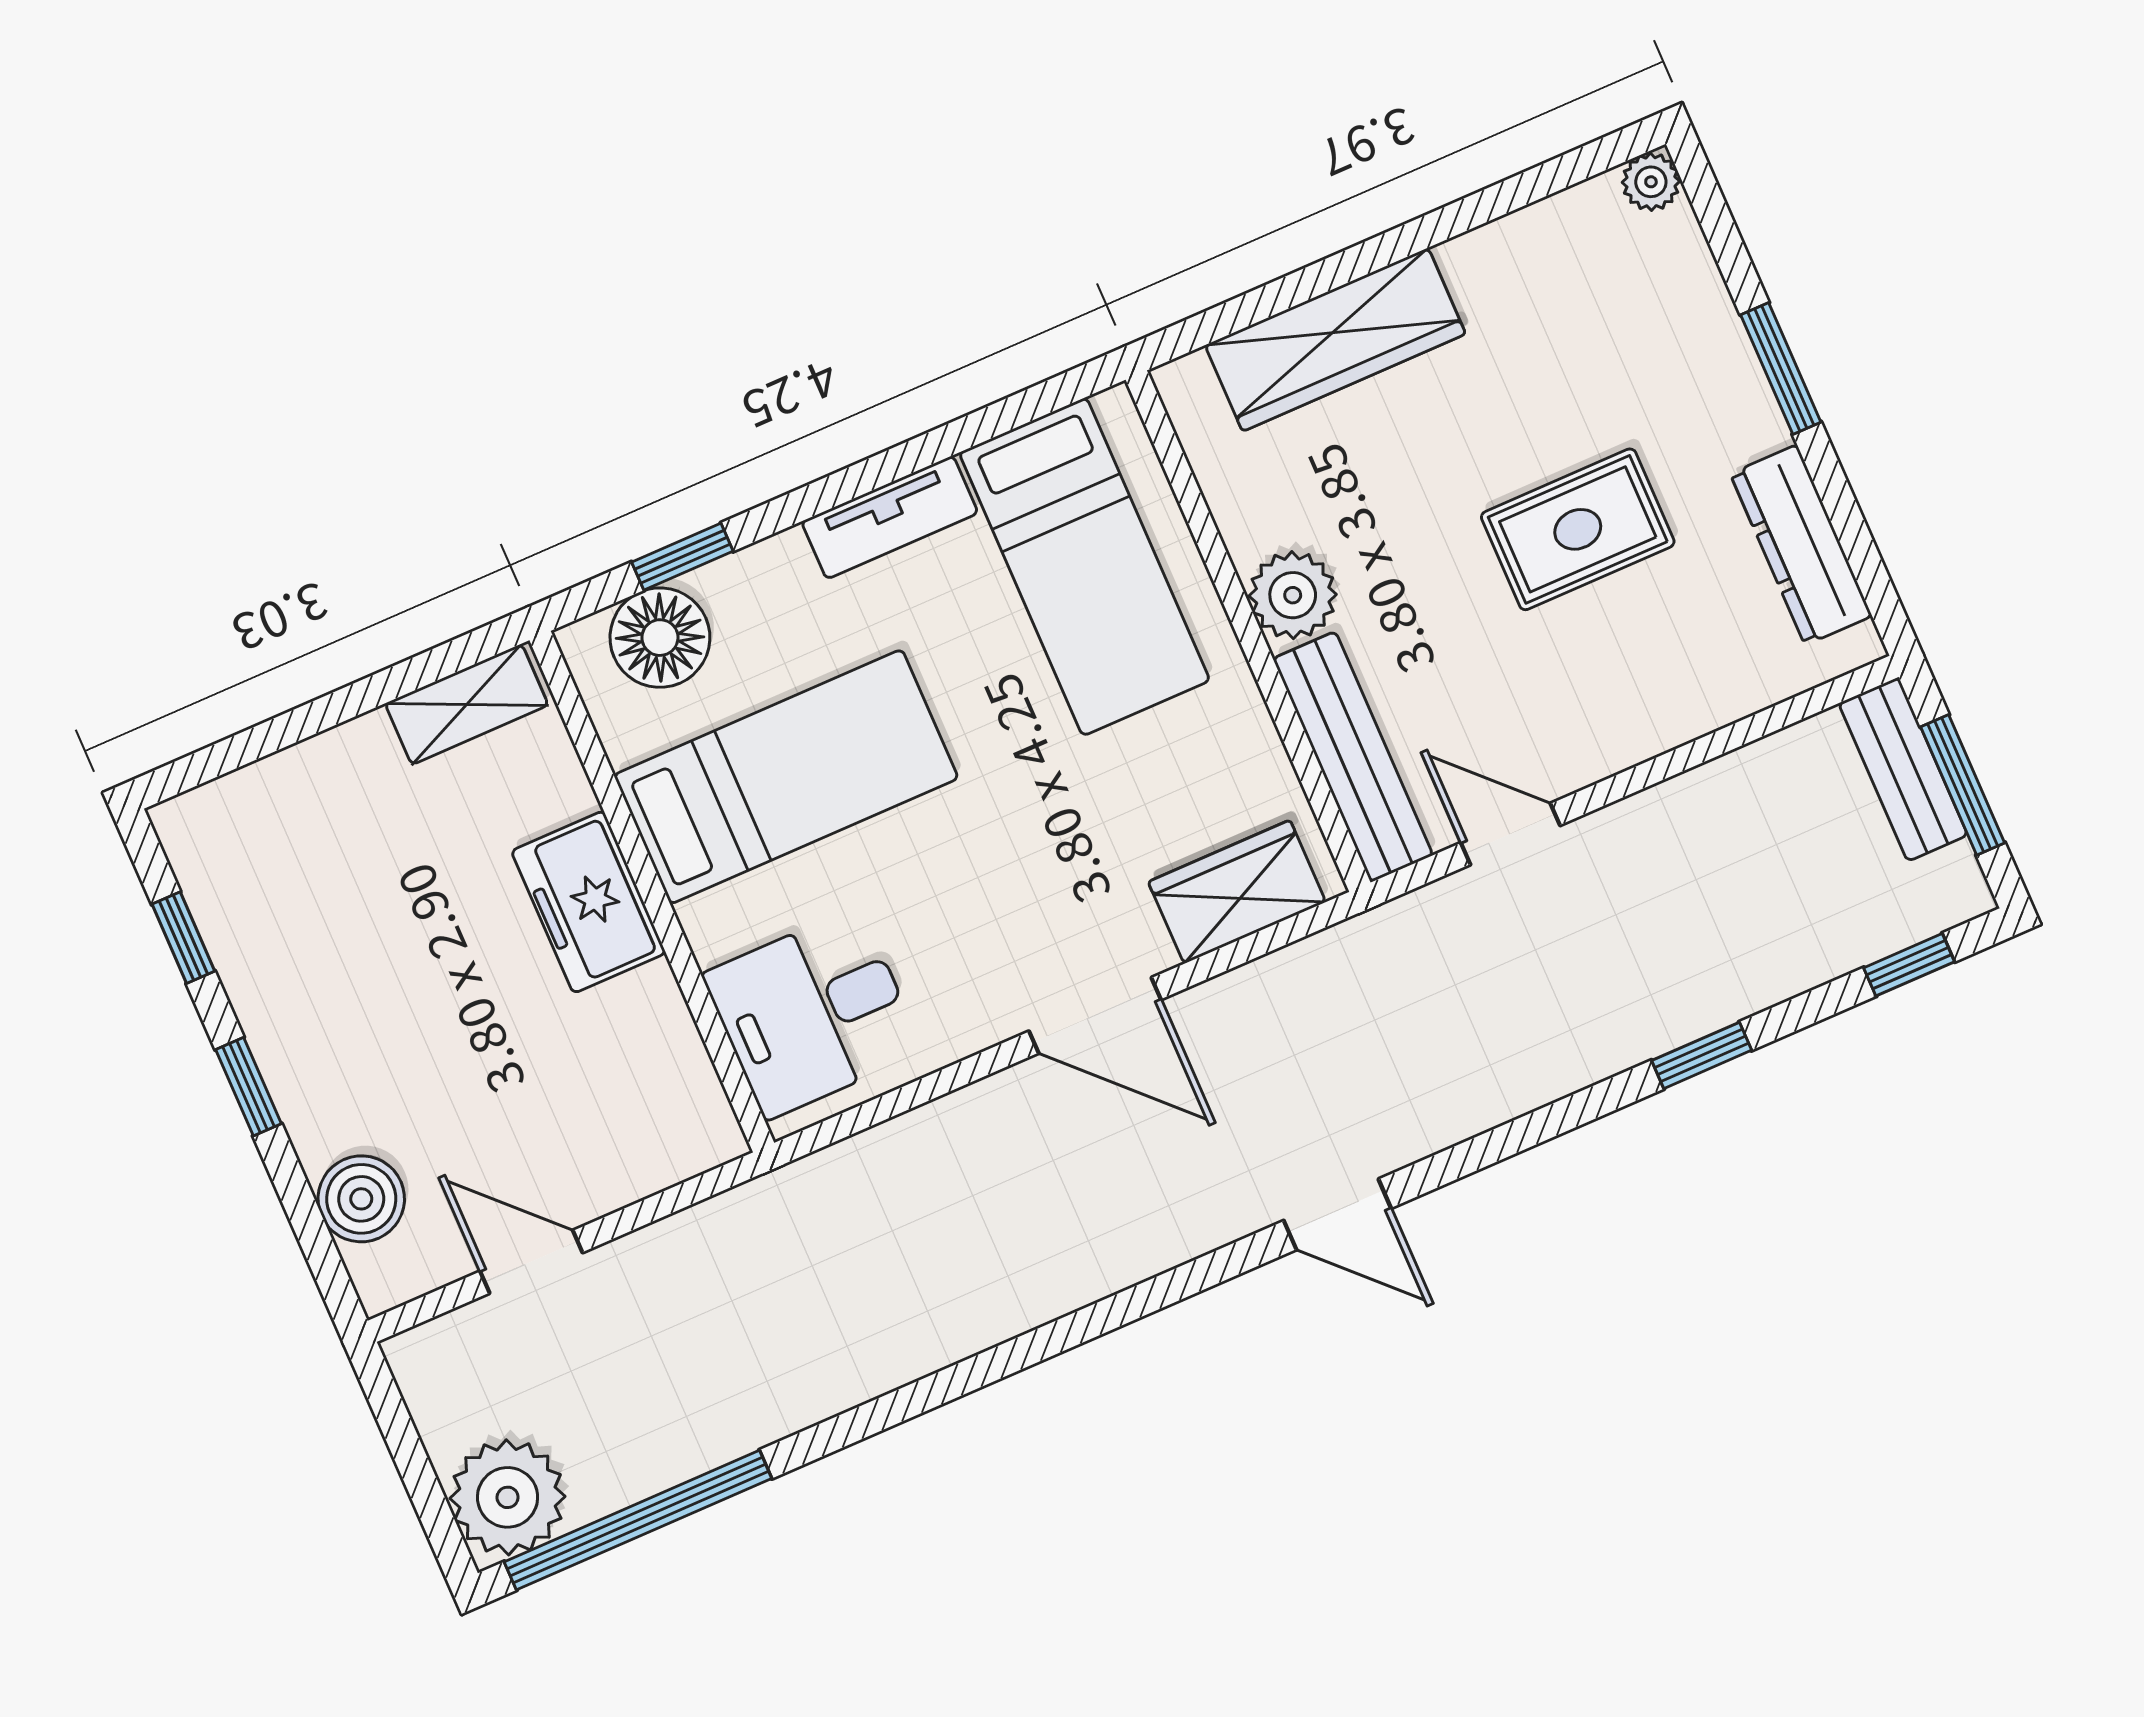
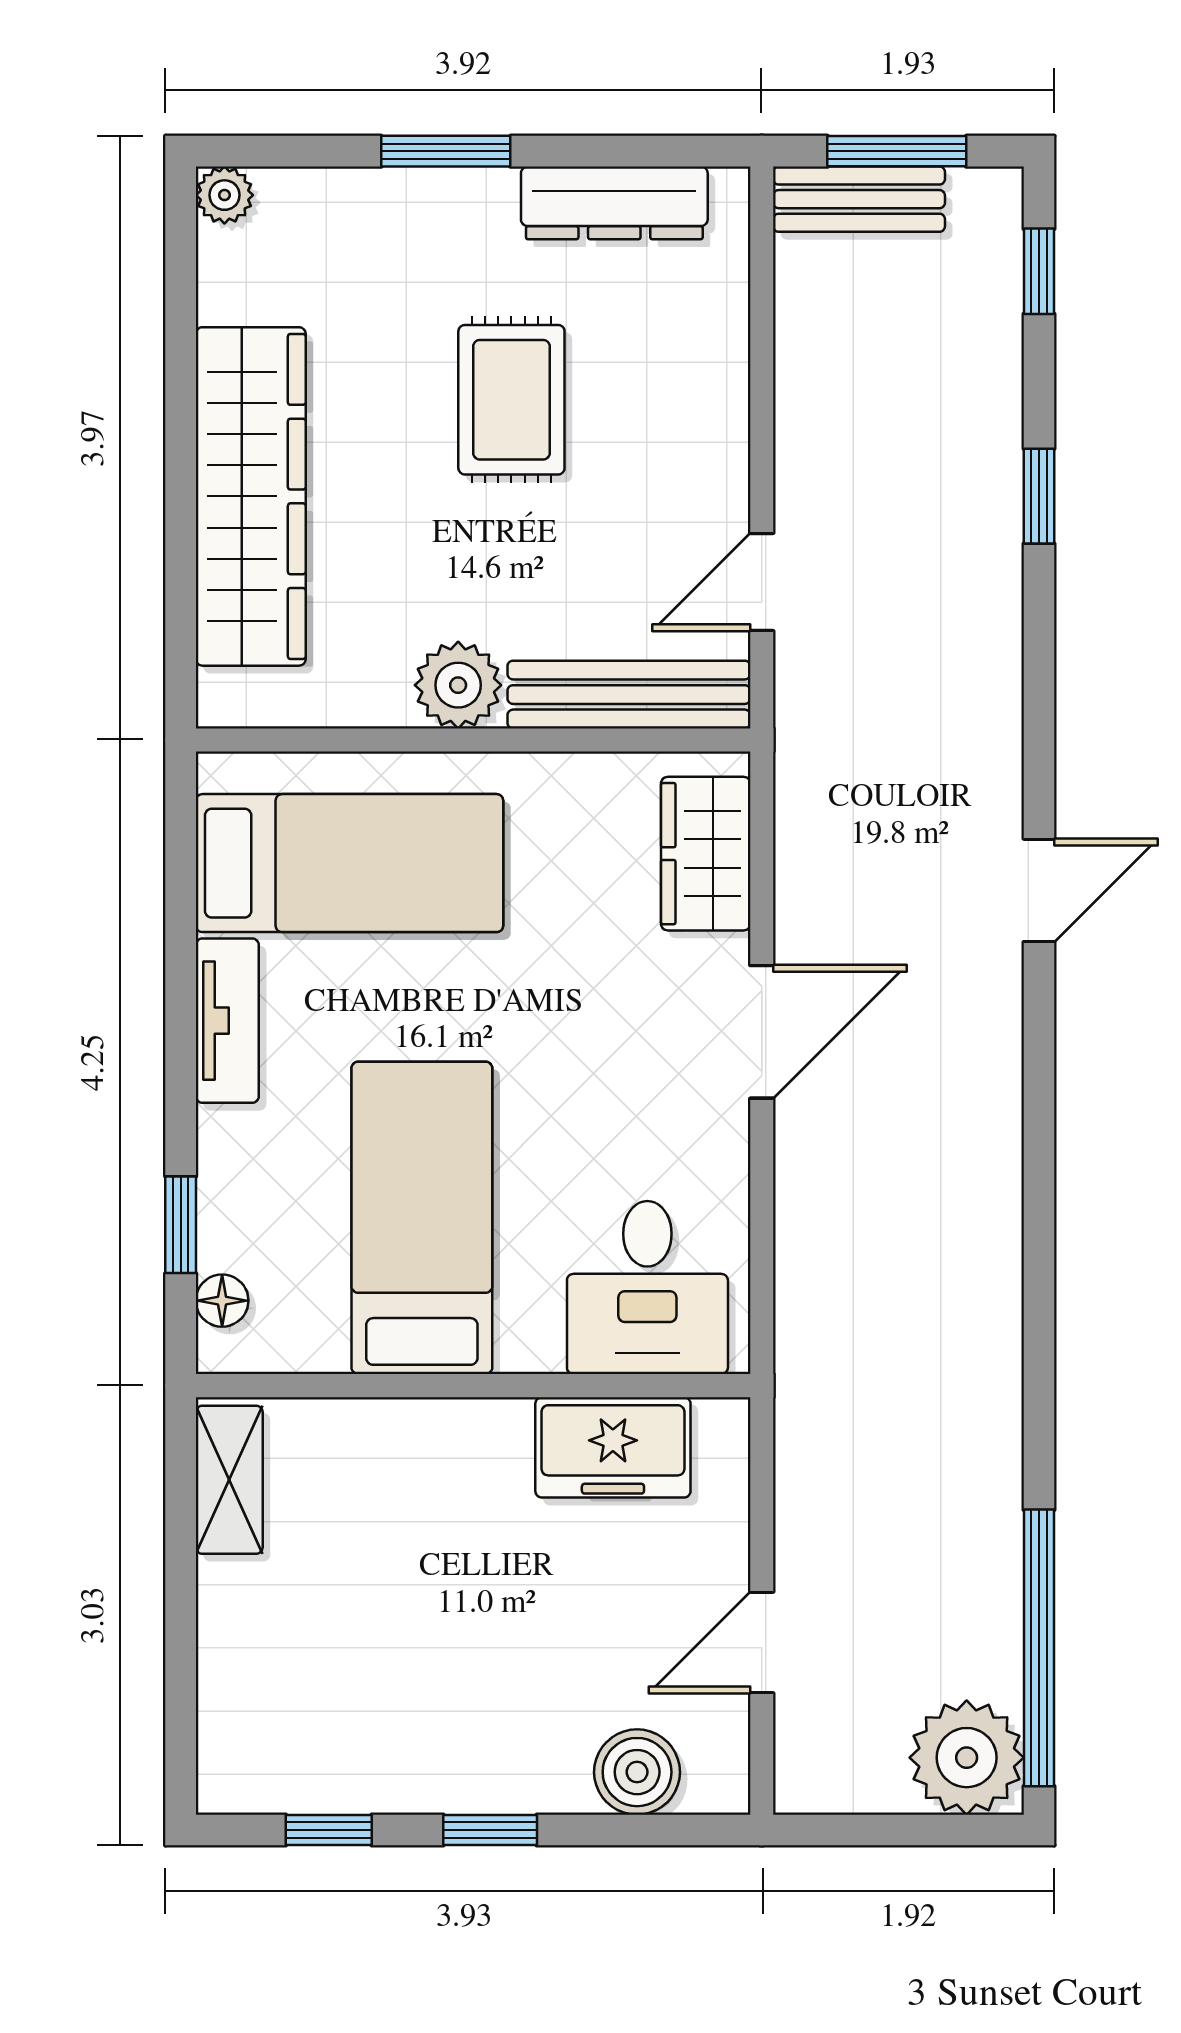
wardrobe: (1335, 340) -> (251, 496), width x1.40, depth x1.17
floor lamp: (660, 638) -> (222, 1301), width x0.53, depth x0.53
freezer: (589, 902) -> (613, 1447), moved

